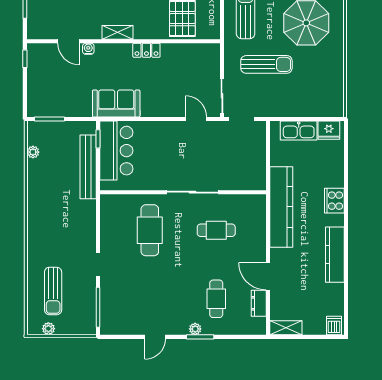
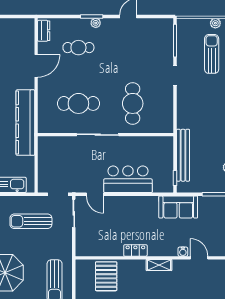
sun lounger: (266, 64) -> (31, 221), moved
sofa: (116, 103) -> (178, 207), moved
bar counter: (116, 151) -> (128, 179), moved, turned 90
cafe table: (216, 230) -> (78, 103), width x1.37, depth x1.35
door: (268, 276) -> (36, 66), hinge flipped
cafe table: (216, 299) -> (78, 48), turned 90
dresser: (259, 303) -> (44, 31), moved
shelving: (286, 328) -> (22, 24), removed

